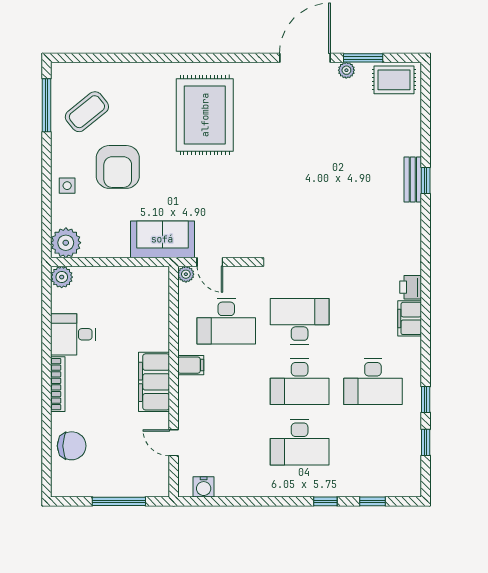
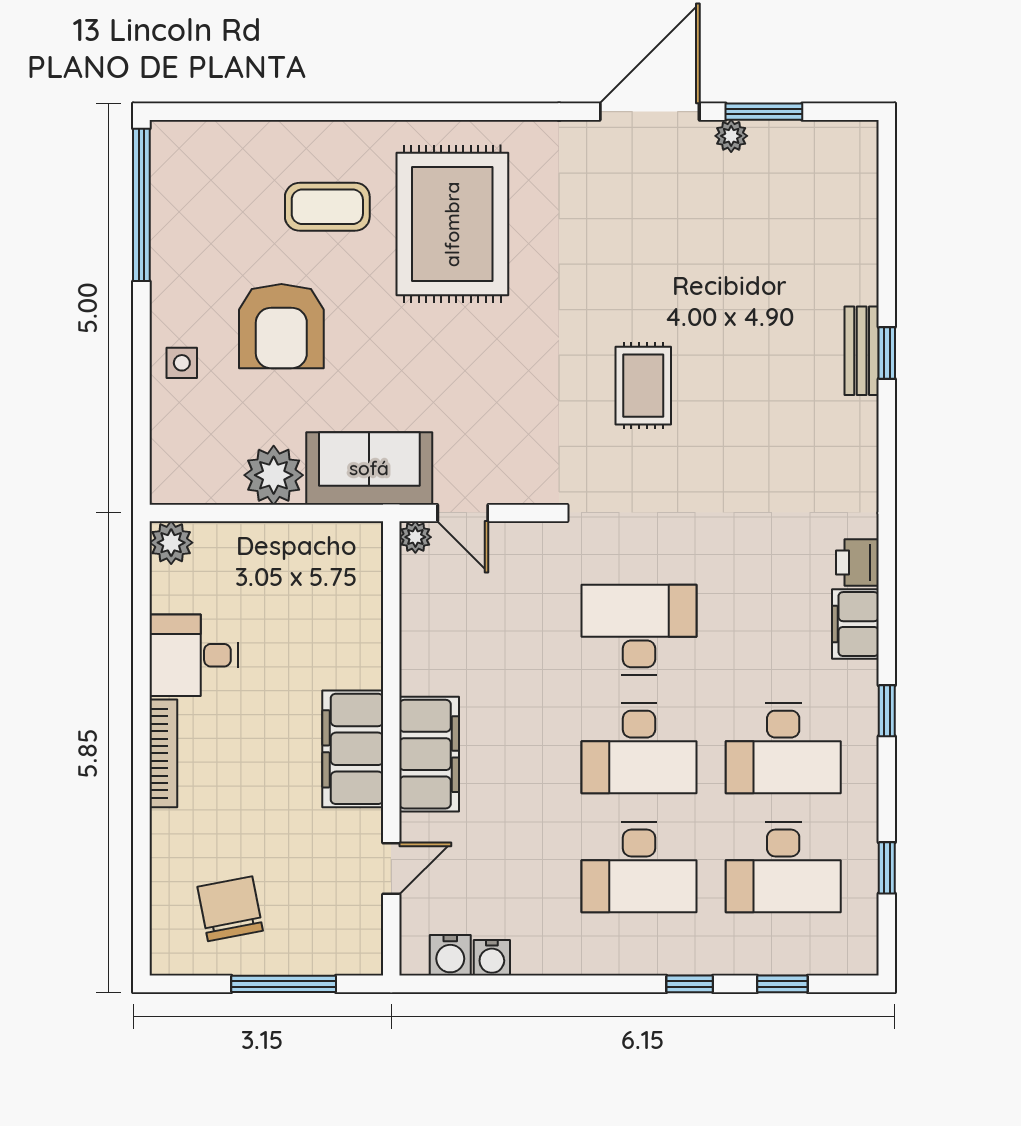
rug: (394, 80) -> (643, 386), moved, turned 90
window: (47, 105) -> (141, 205), width x1.46
coffee table: (87, 112) -> (327, 207), moved, turned 39
plant: (66, 243) -> (274, 475), moved
desk: (226, 321) -> (783, 867), moved
filing cabinet: (191, 365) -> (429, 754), width x3.00, depth x1.17
window: (426, 400) -> (887, 711), moved
door: (174, 443) -> (391, 868), swing flipped
chair: (72, 446) -> (230, 909), moved, turned -101
water cooler: (225, 488) -> (492, 958), added

